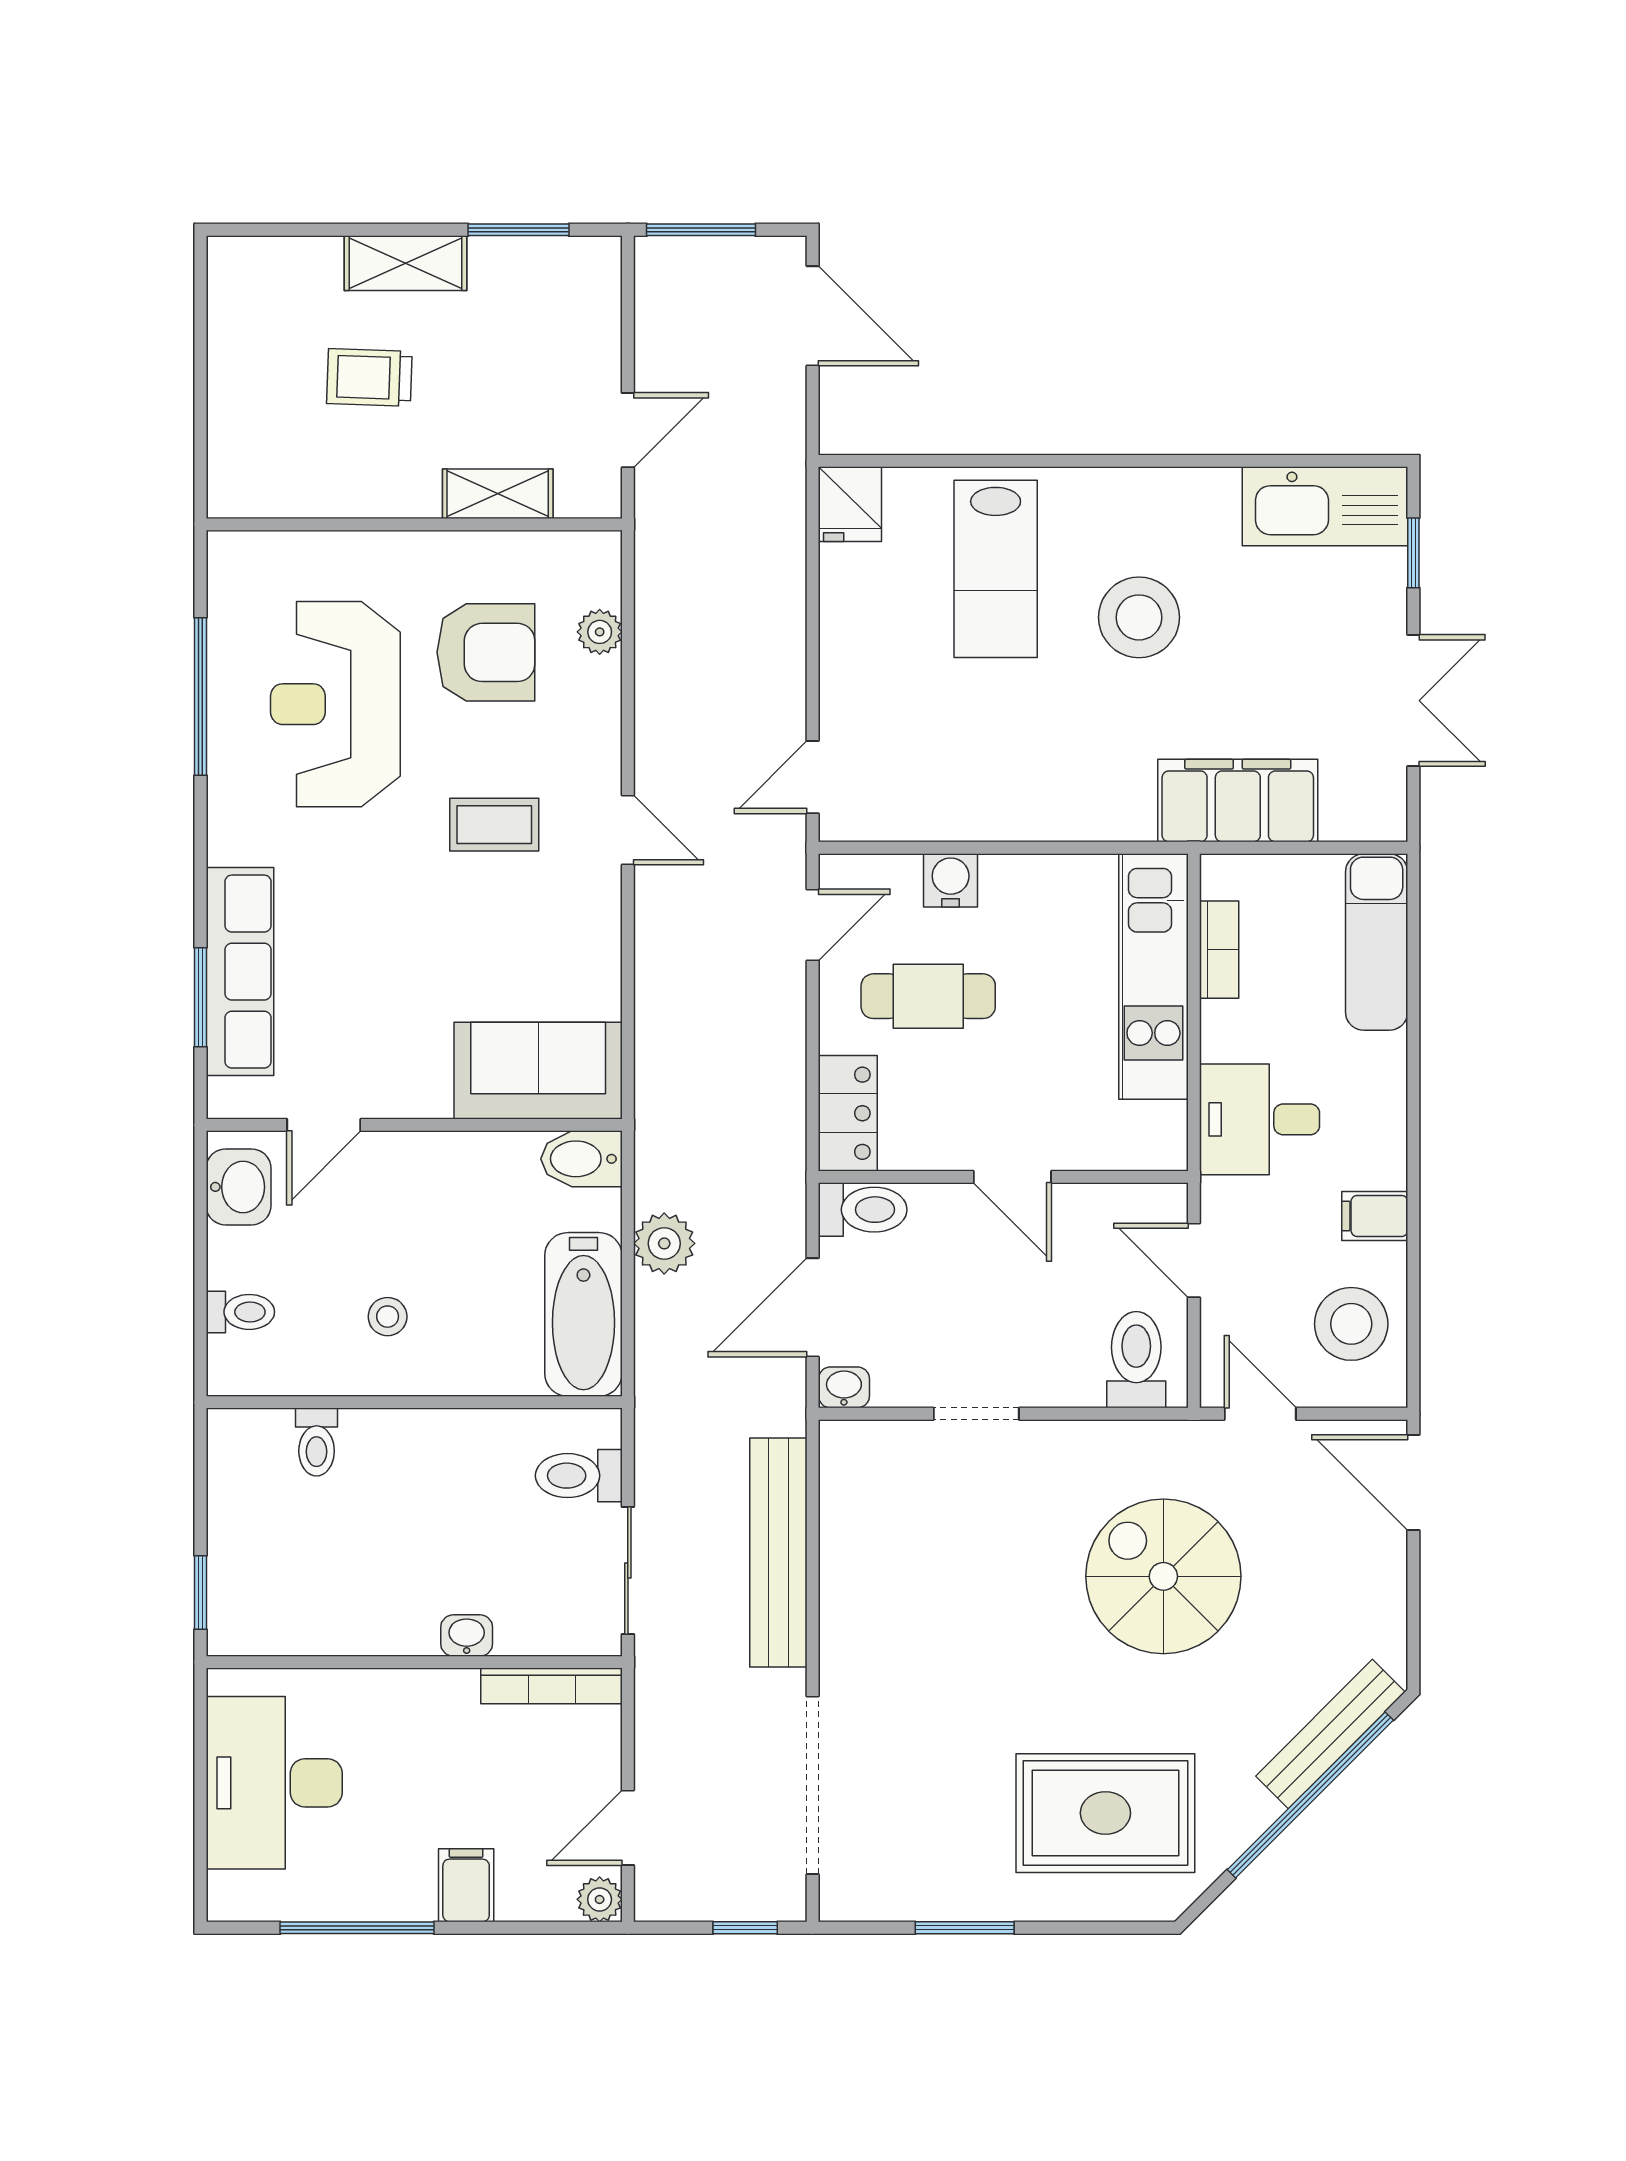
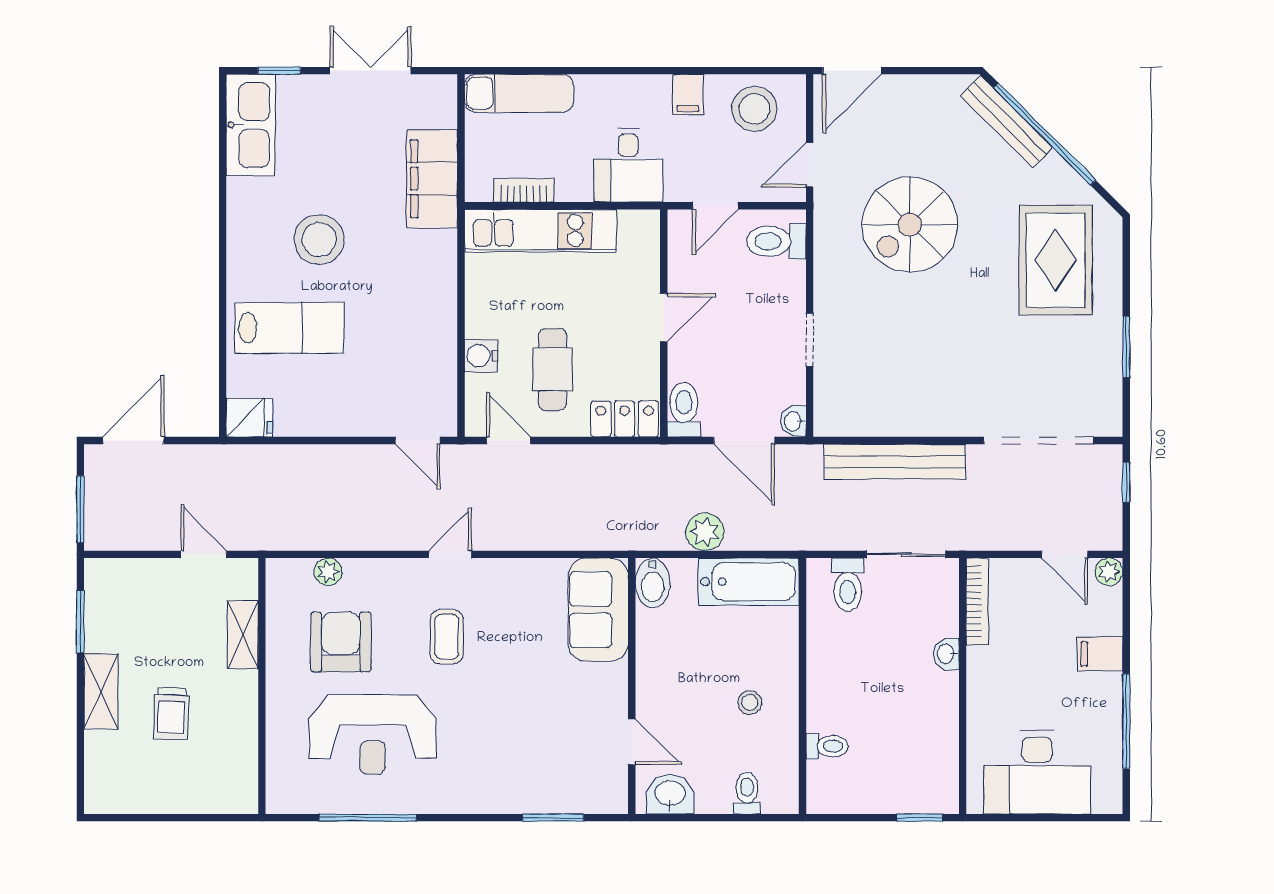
row of seats: (240, 972) -> (537, 793), removed

